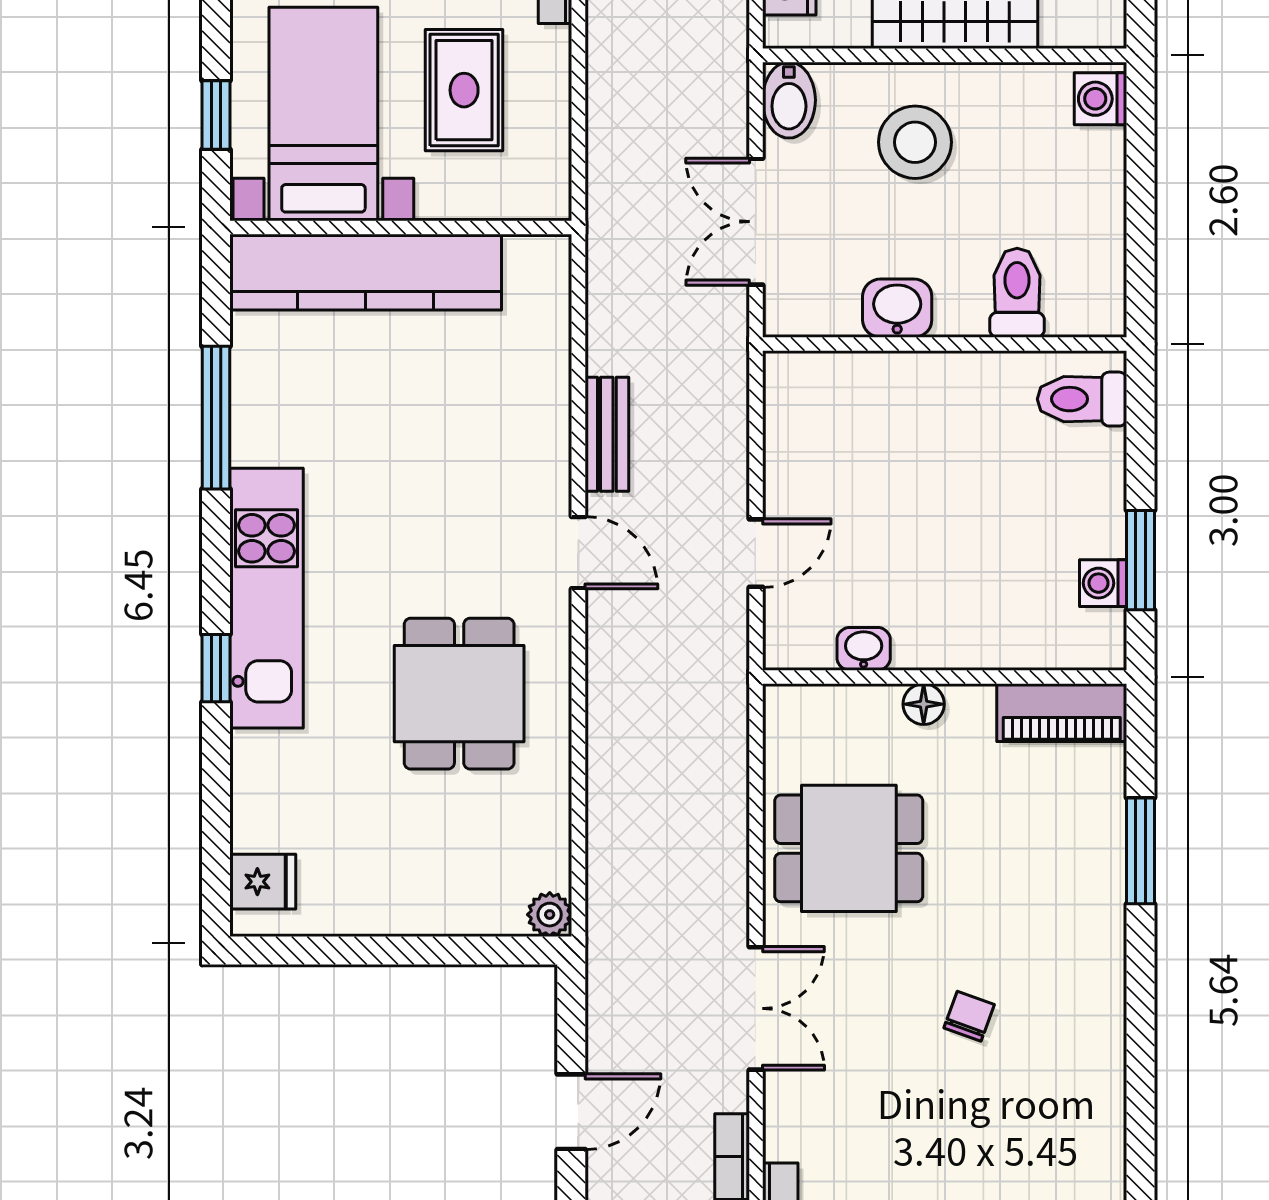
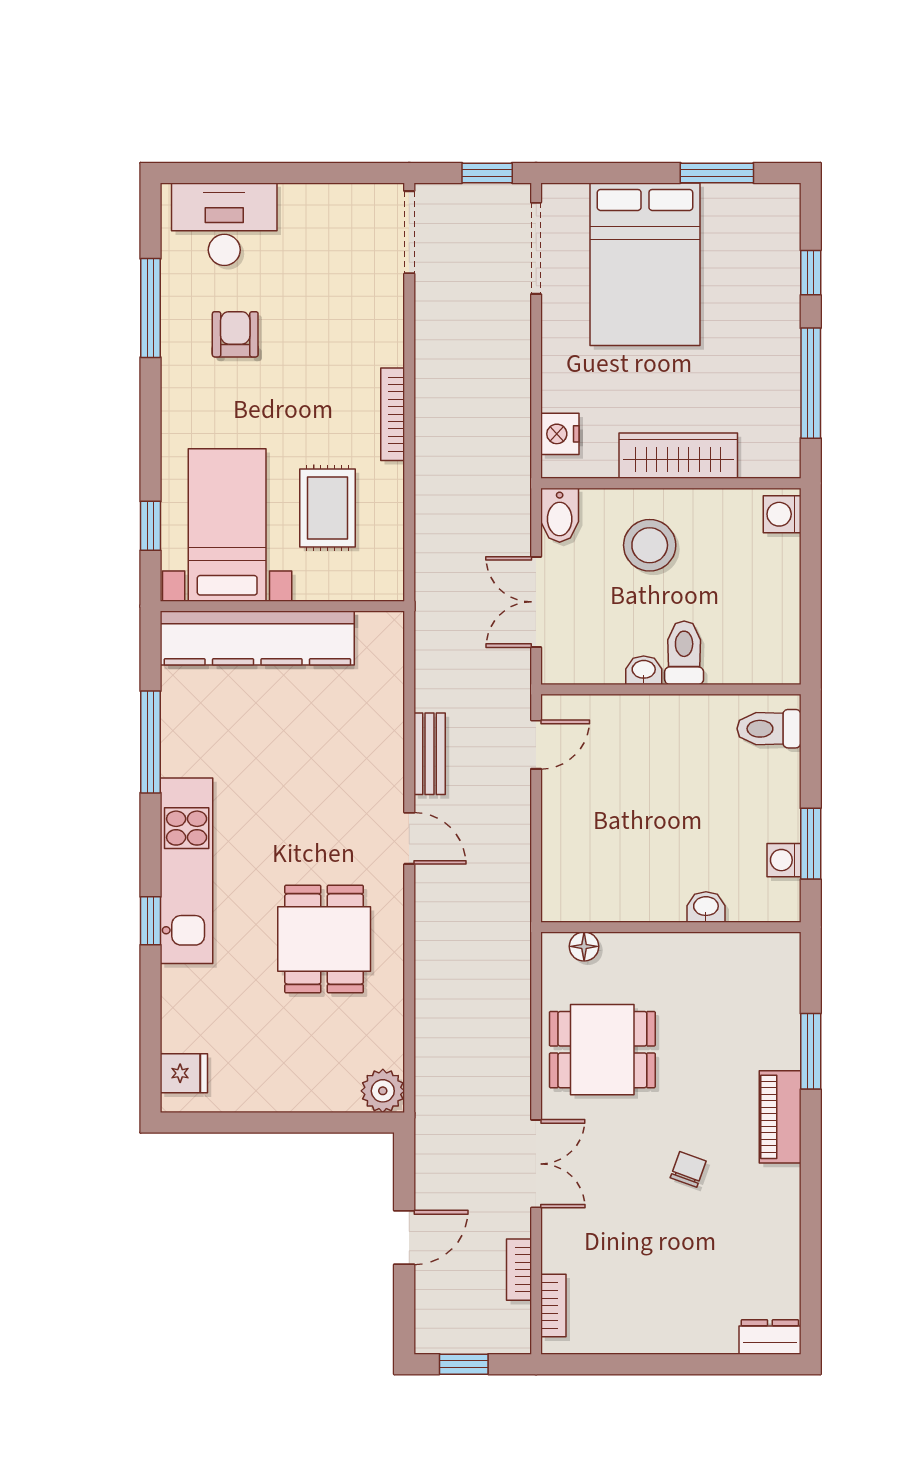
toilet: (1017, 293) -> (684, 653), moved
washbasin: (897, 308) -> (644, 670), width x0.72, depth x0.69
door: (756, 553) -> (536, 745), moved
washbasin: (864, 649) -> (706, 907), moved
floor lamp: (924, 704) -> (584, 946), moved
piano: (1062, 713) -> (780, 1117), moved, turned 90
plant: (550, 915) -> (383, 1091), width x1.38, depth x1.38

